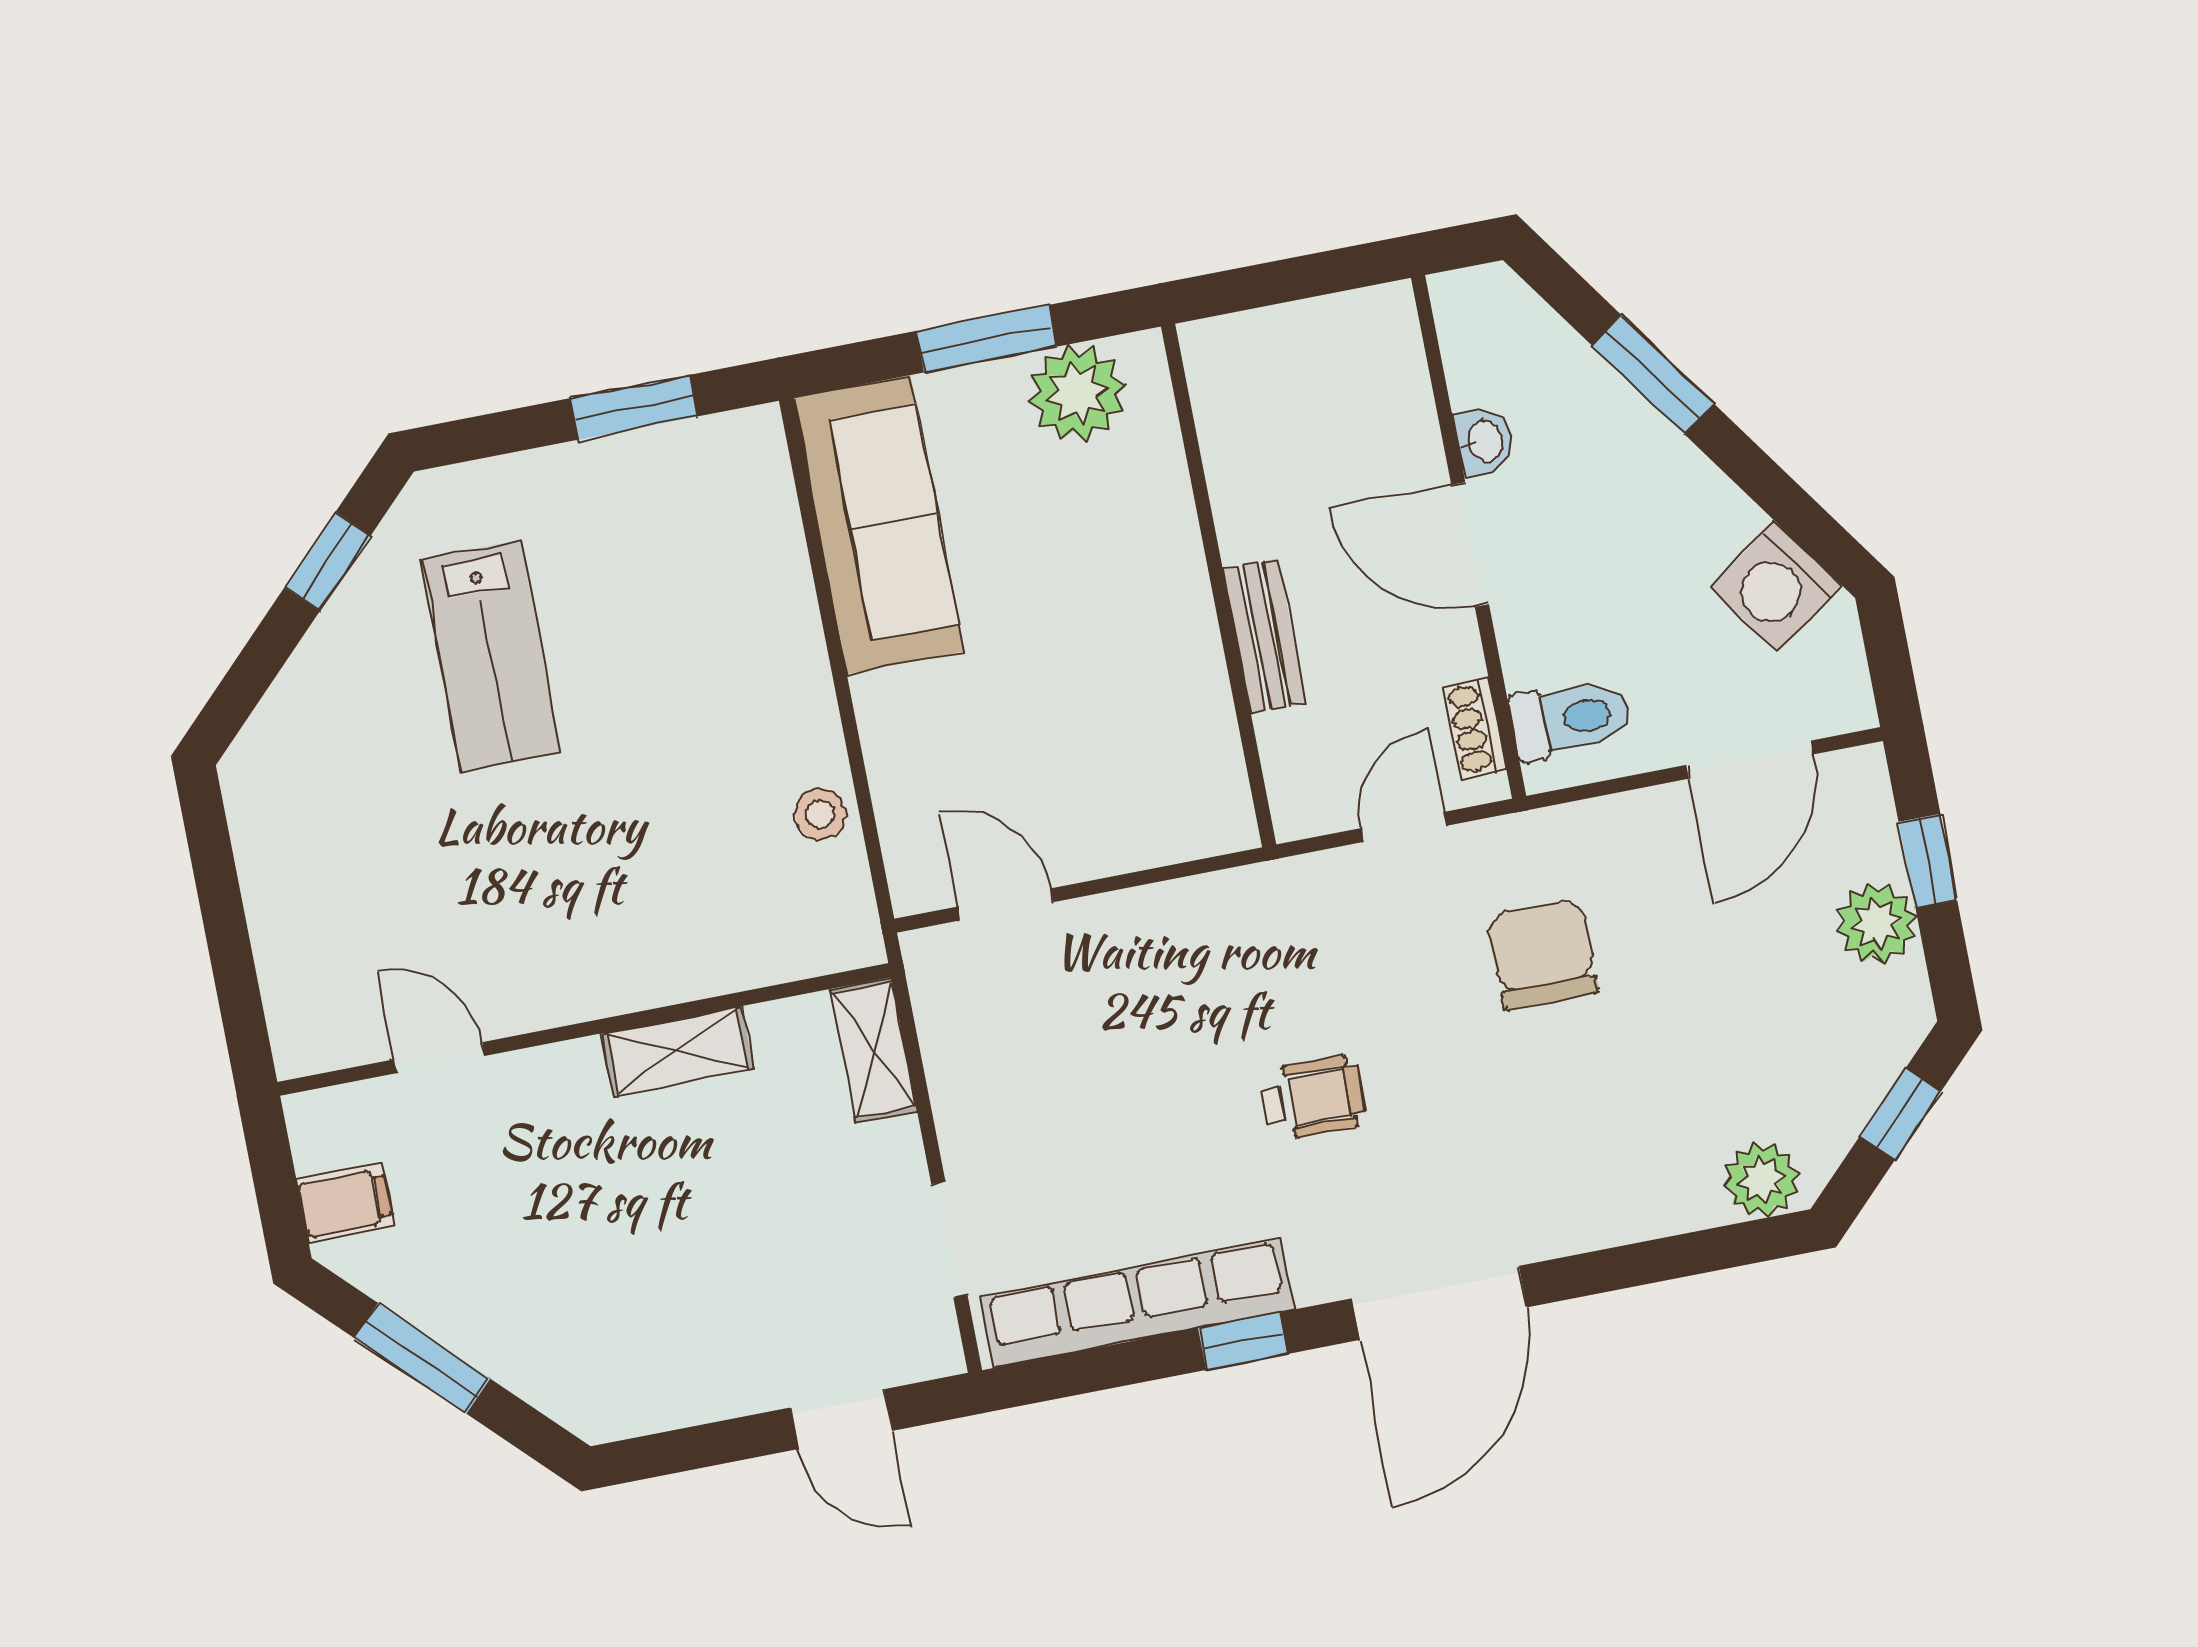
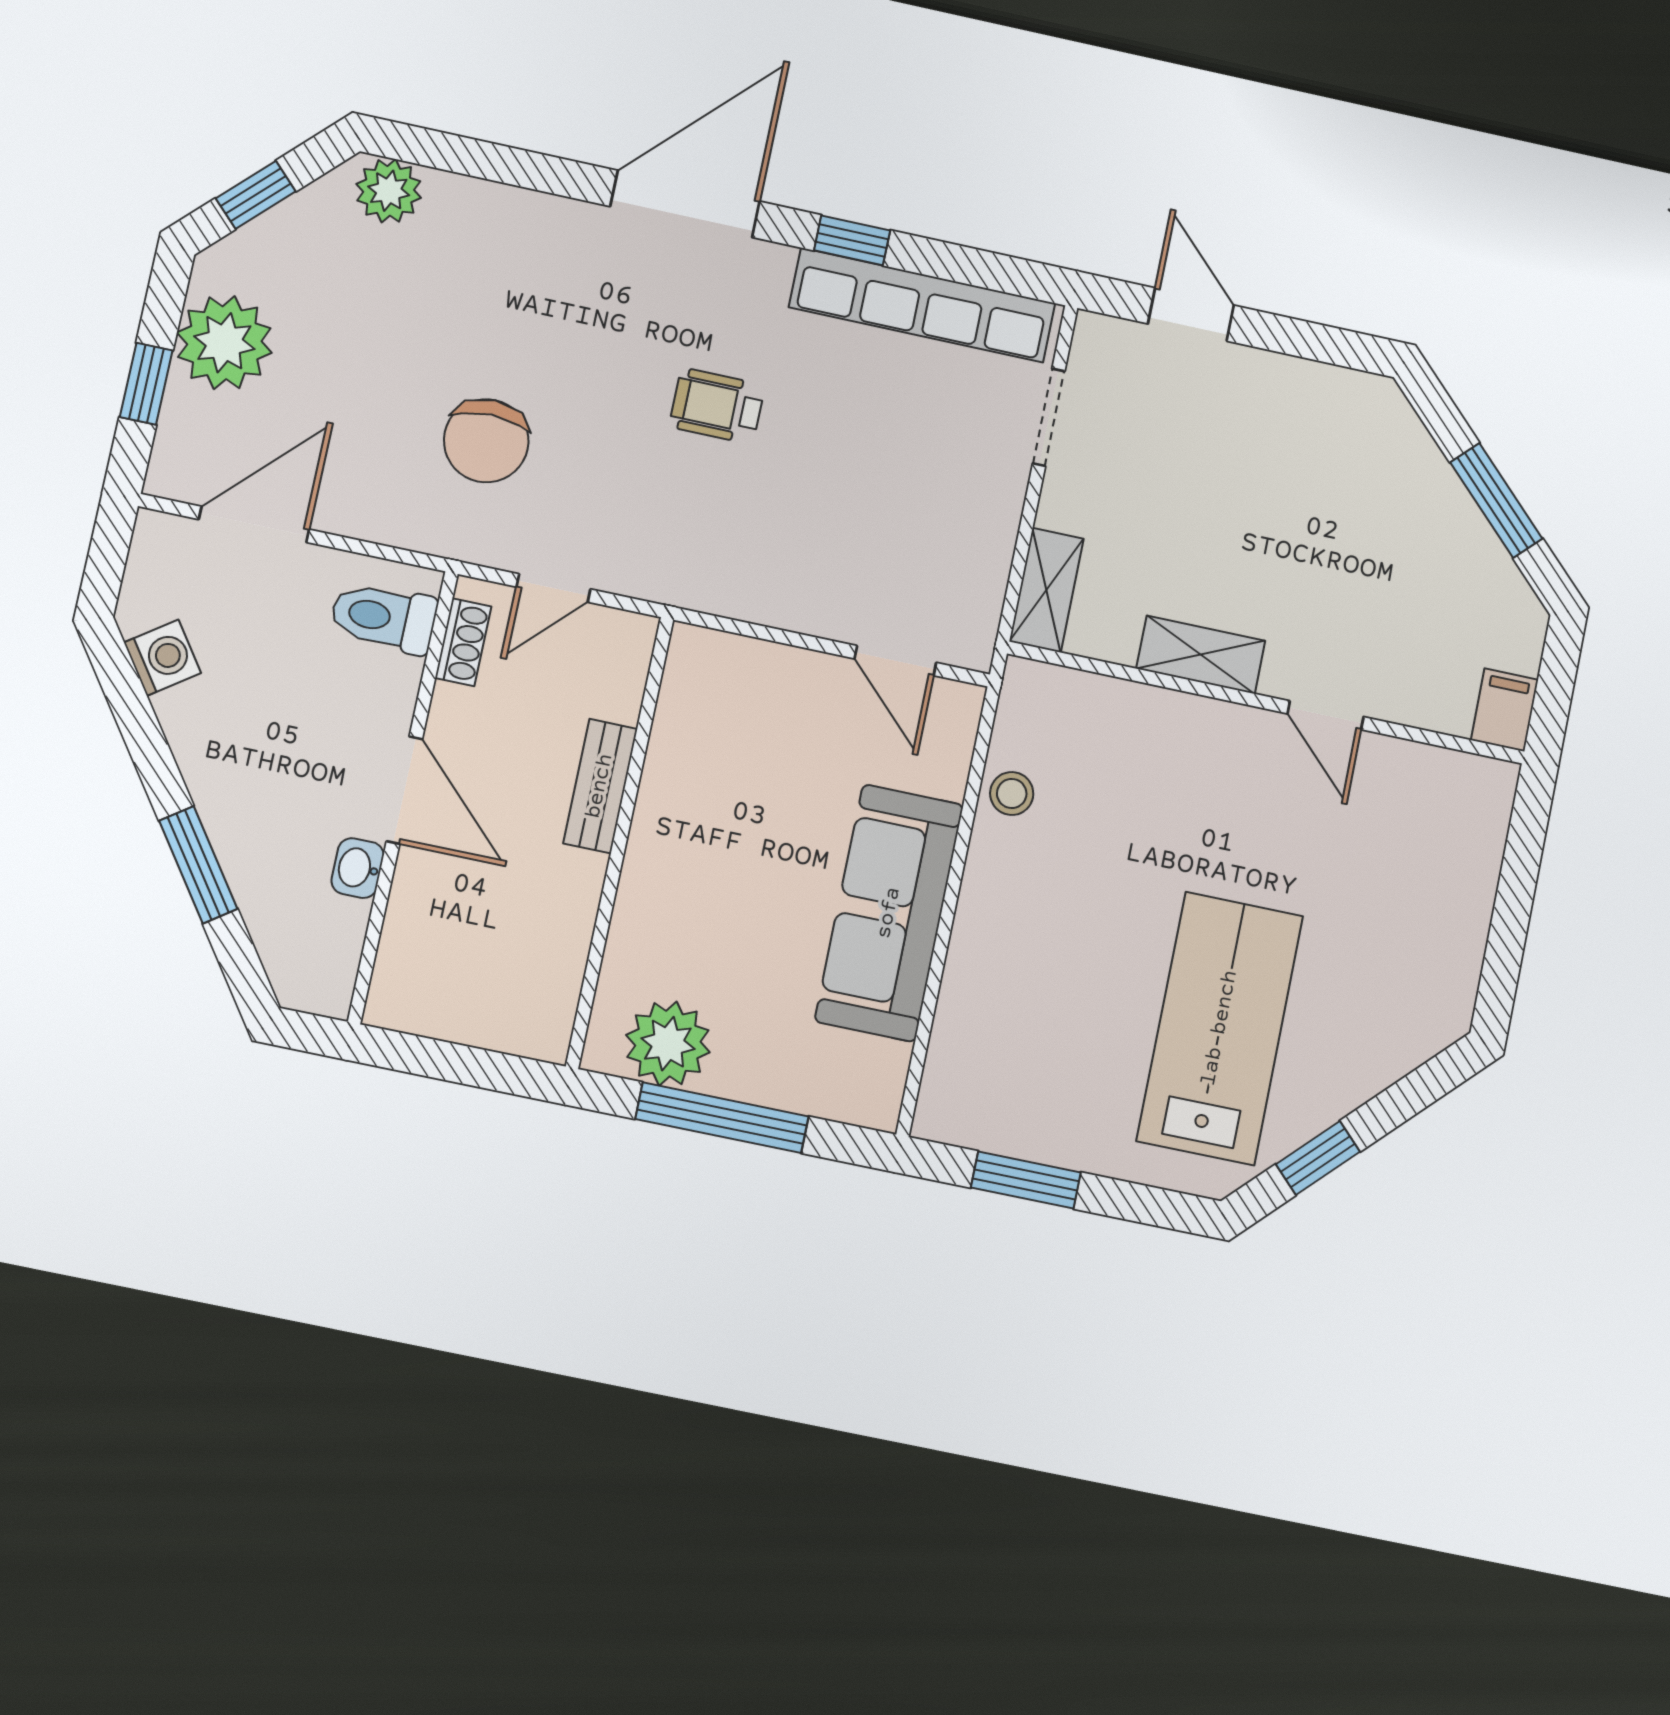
window: (987, 339) -> (722, 1118), width x1.44
sofa: (879, 525) -> (889, 913), moved
washing machine: (1776, 586) -> (162, 658), width x0.73, depth x0.73
lab bench: (491, 656) -> (1220, 1028), width x1.36, depth x1.39
plant: (1877, 923) -> (224, 343), width x1.36, depth x1.36
door: (439, 1058) -> (1325, 715), moved
filing cabinet: (345, 1203) -> (1505, 710), moved, turned 90

